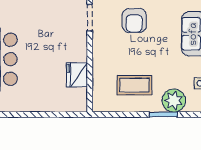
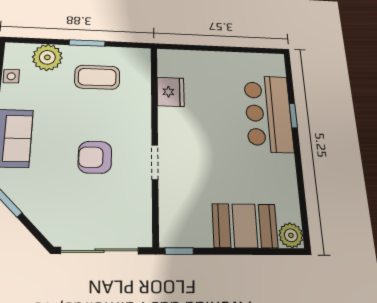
armchair: (134, 21) -> (95, 157), turned -90
window: (163, 115) -> (87, 43), moved

